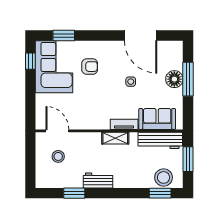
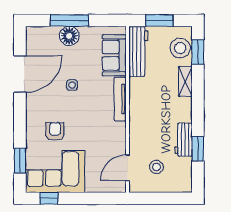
tv unit: (124, 124) -> (120, 99), width x1.41
shelving: (115, 138) -> (185, 81), moved
workbench: (98, 180) -> (184, 140), moved

